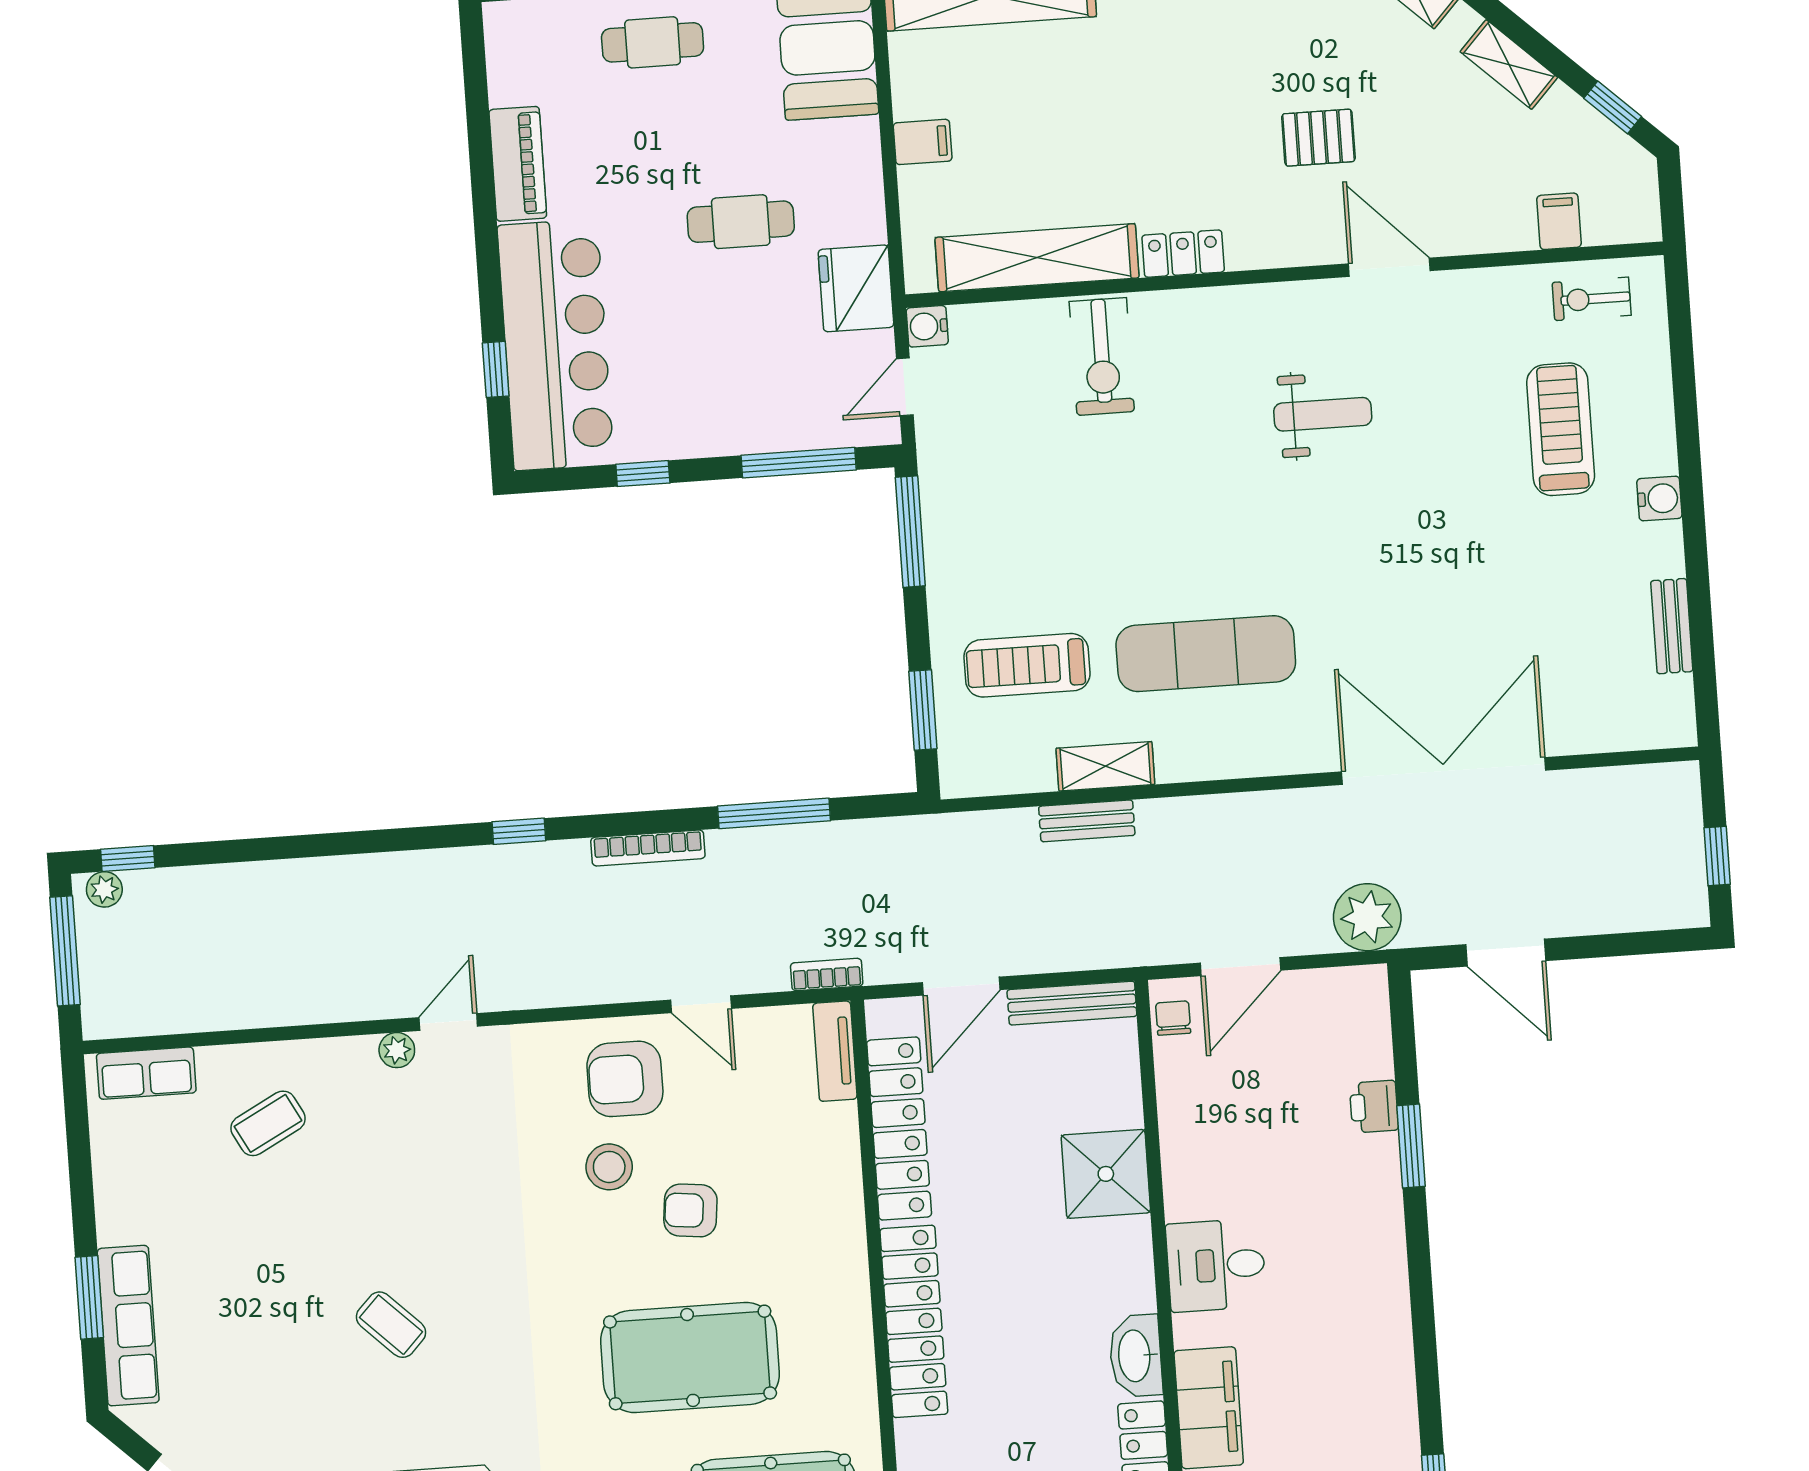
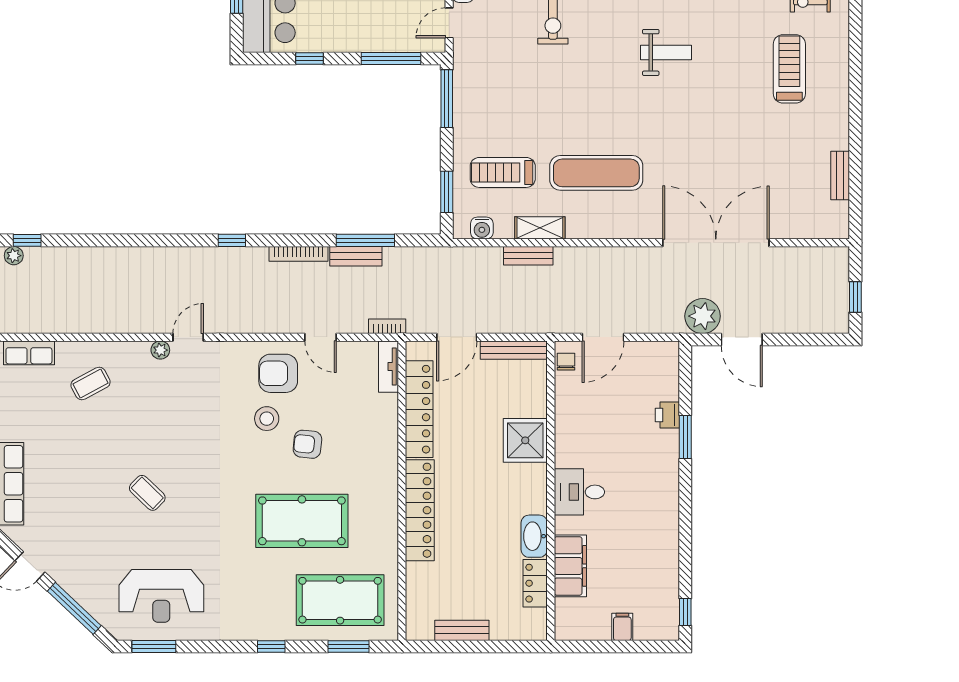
water cooler: (1659, 499) -> (482, 228), moved, turned 90
bench: (758, 845) -> (356, 256), added
plant: (1367, 917) -> (703, 316), moved

